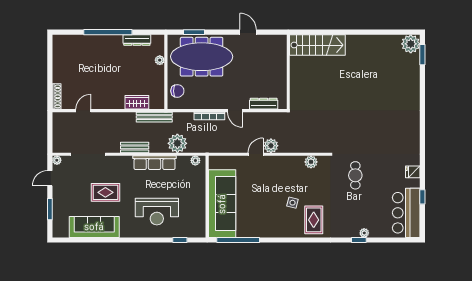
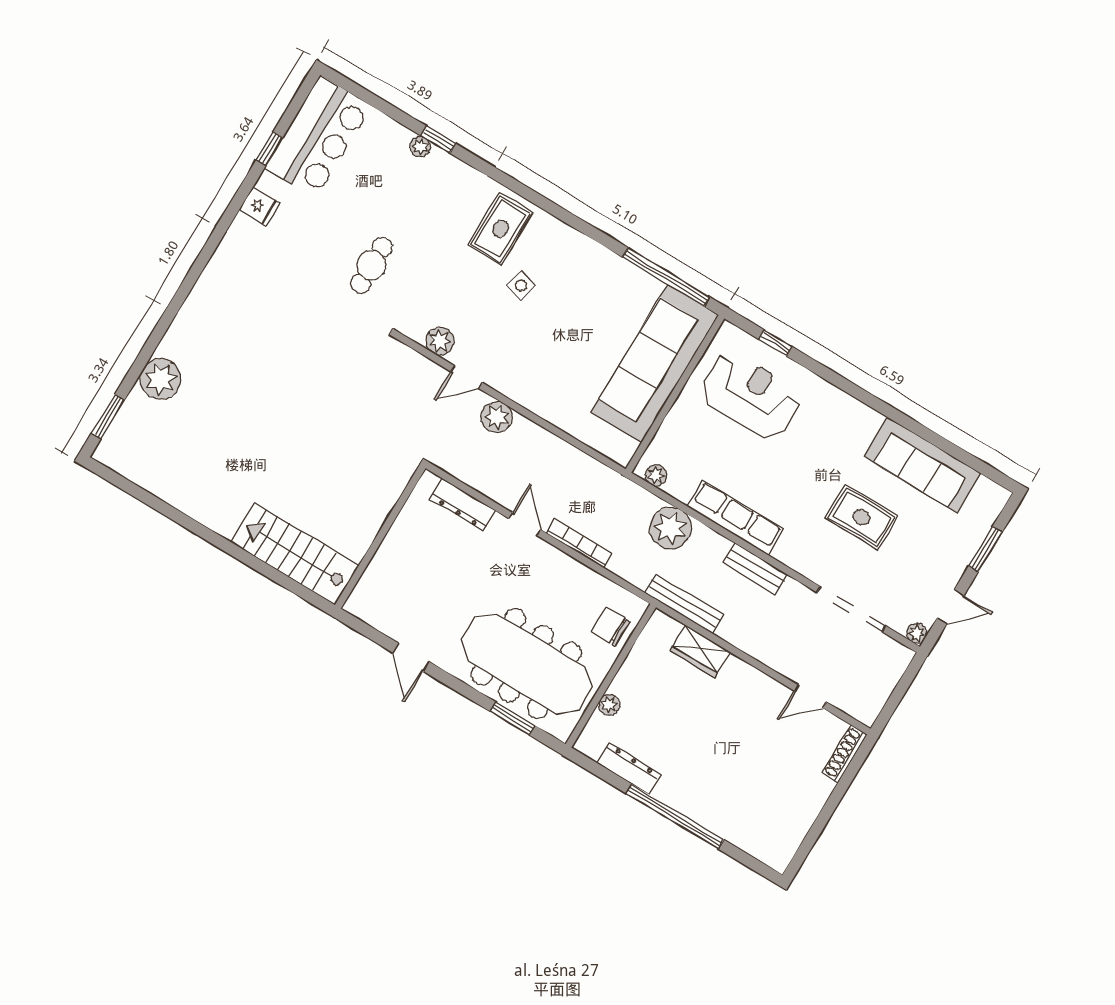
plant: (411, 44) -> (161, 379), moved
door: (256, 154) -> (467, 377), moved
reception desk: (157, 212) -> (751, 396), moved

